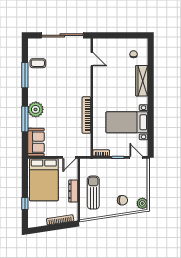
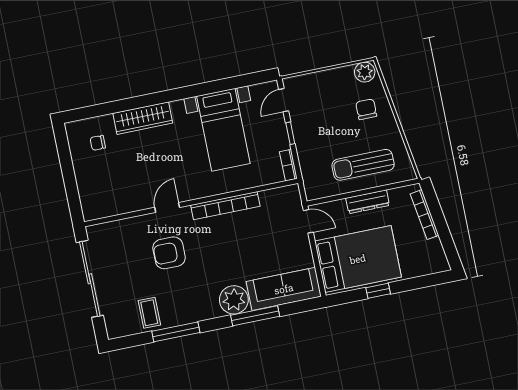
door: (92, 59) -> (167, 207), moved
armchair: (67, 80) -> (169, 253), added
sofa: (36, 142) -> (284, 289), width x1.36
window: (25, 204) -> (378, 291), moved

